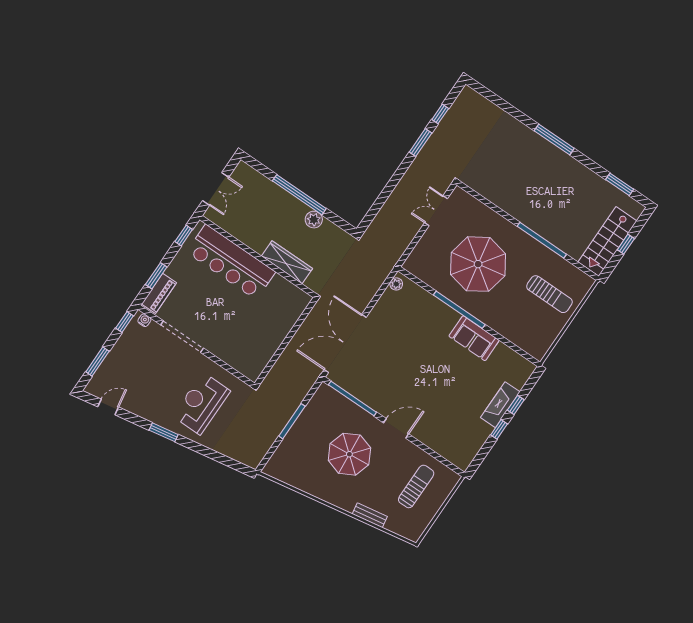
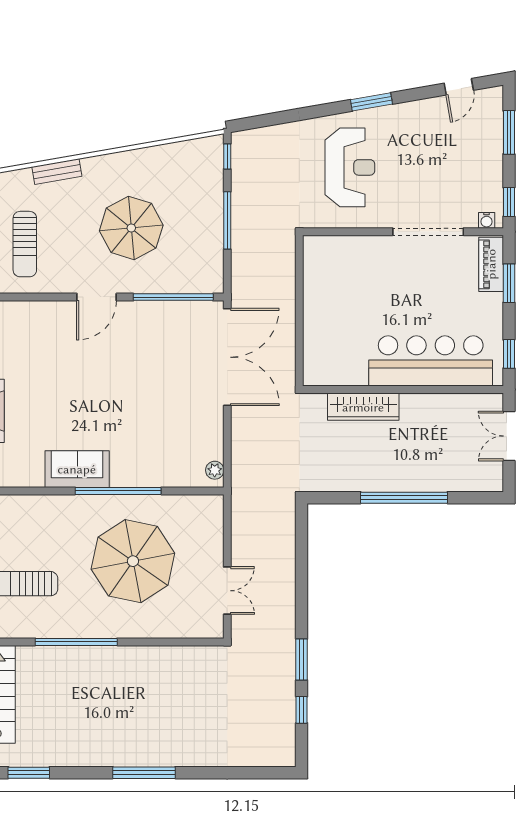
plant: (314, 220) -> (366, 480), removed
window: (267, 458) -> (227, 156), added

